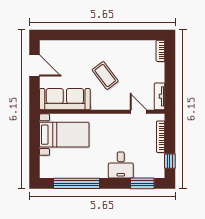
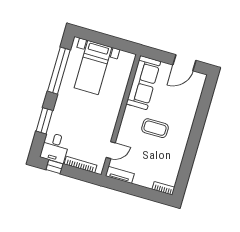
coffee table: (105, 76) -> (155, 128), turned 37
bed with nightstands: (64, 135) -> (93, 68), moved
desk: (121, 165) -> (55, 148), moved, turned -90
window: (142, 183) -> (44, 121), moved

